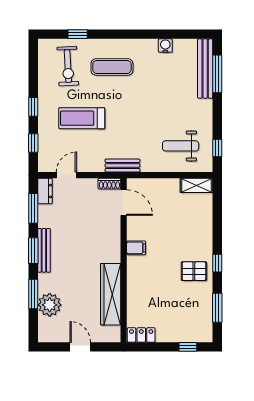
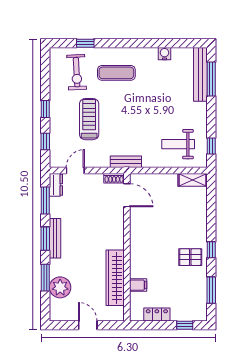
treadmill: (82, 118) -> (89, 119), turned 90
filing cabinet: (136, 248) -> (138, 285), moved
locker: (141, 335) -> (157, 315), moved

